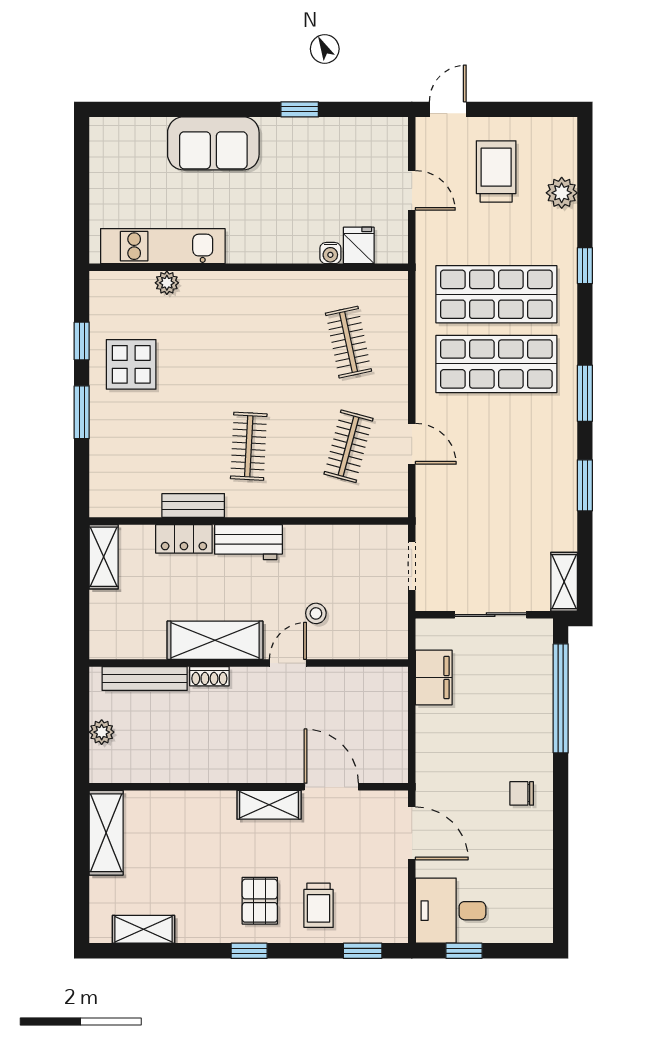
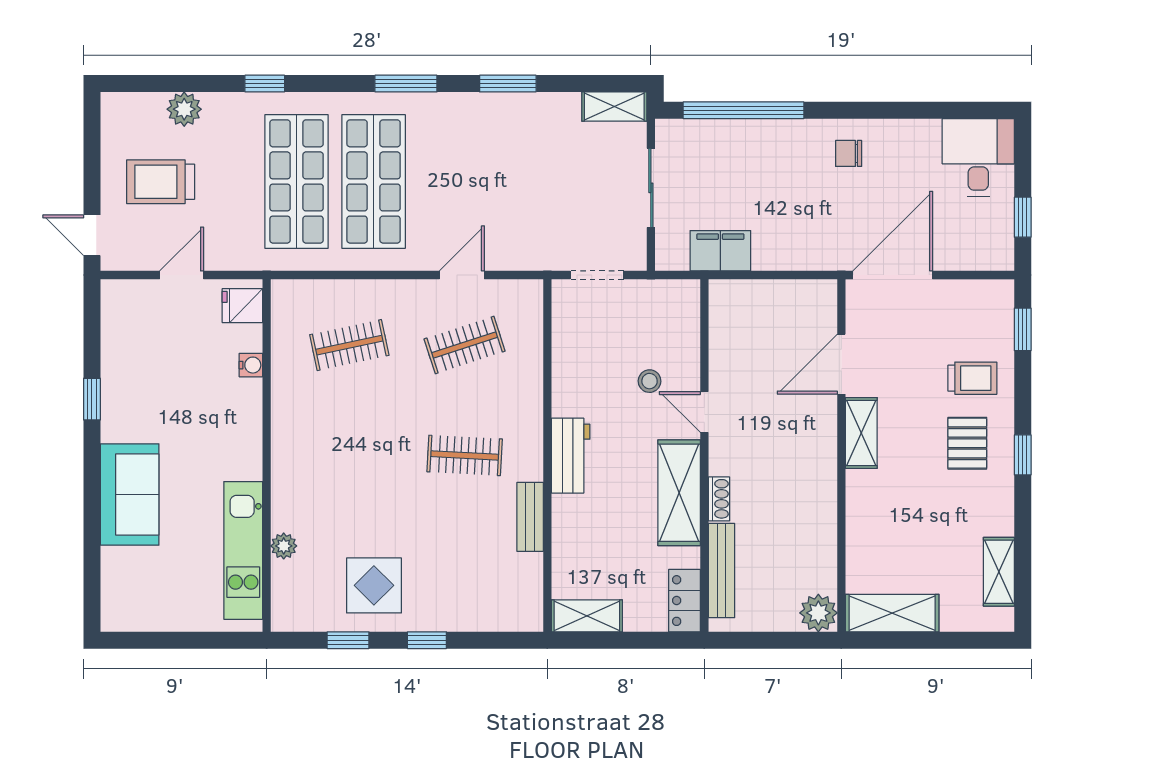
fridge: (359, 245) -> (242, 306), moved
window: (82, 412) -> (427, 640), width x0.67
clothes rail: (349, 446) -> (465, 345), turned -33
locker: (184, 539) -> (685, 601), moved, turned 180
plant: (102, 732) -> (818, 613), moved, width x1.38, depth x1.38
chair: (522, 793) -> (849, 153), turned 90
door: (412, 833) -> (893, 275), width x1.36
pallet: (260, 901) -> (967, 443), turned 90
desk: (451, 911) -> (978, 158), moved, turned 180

